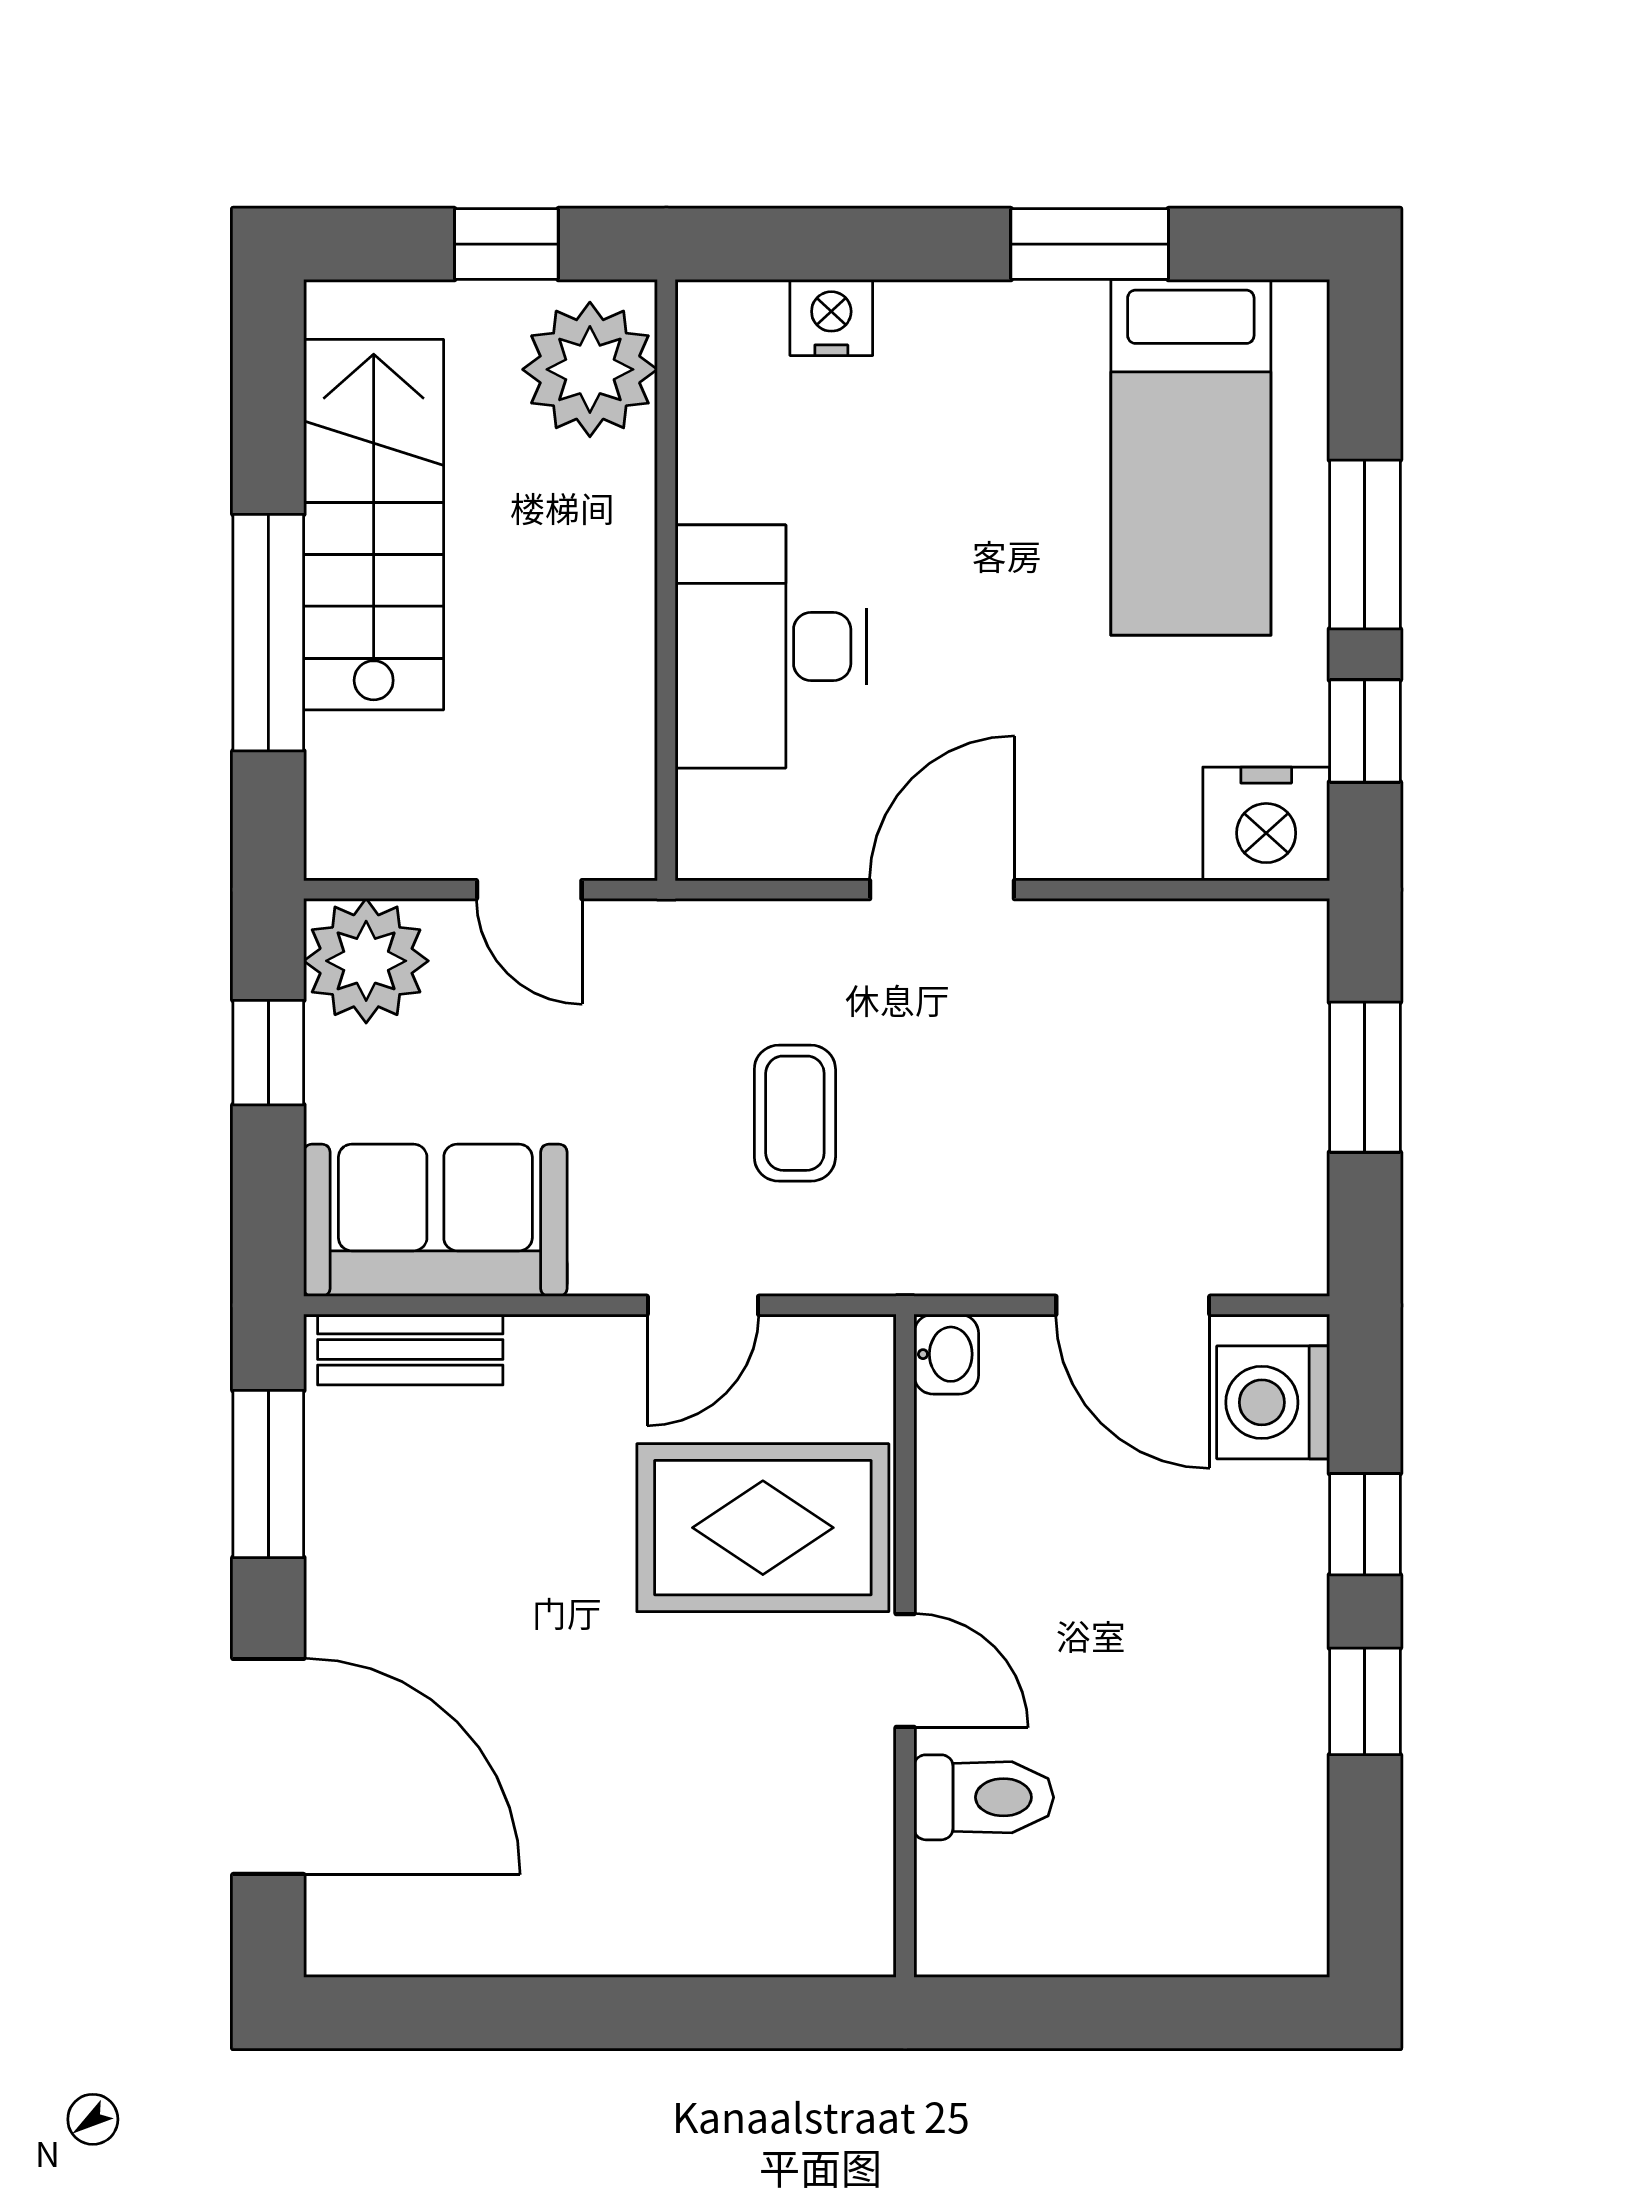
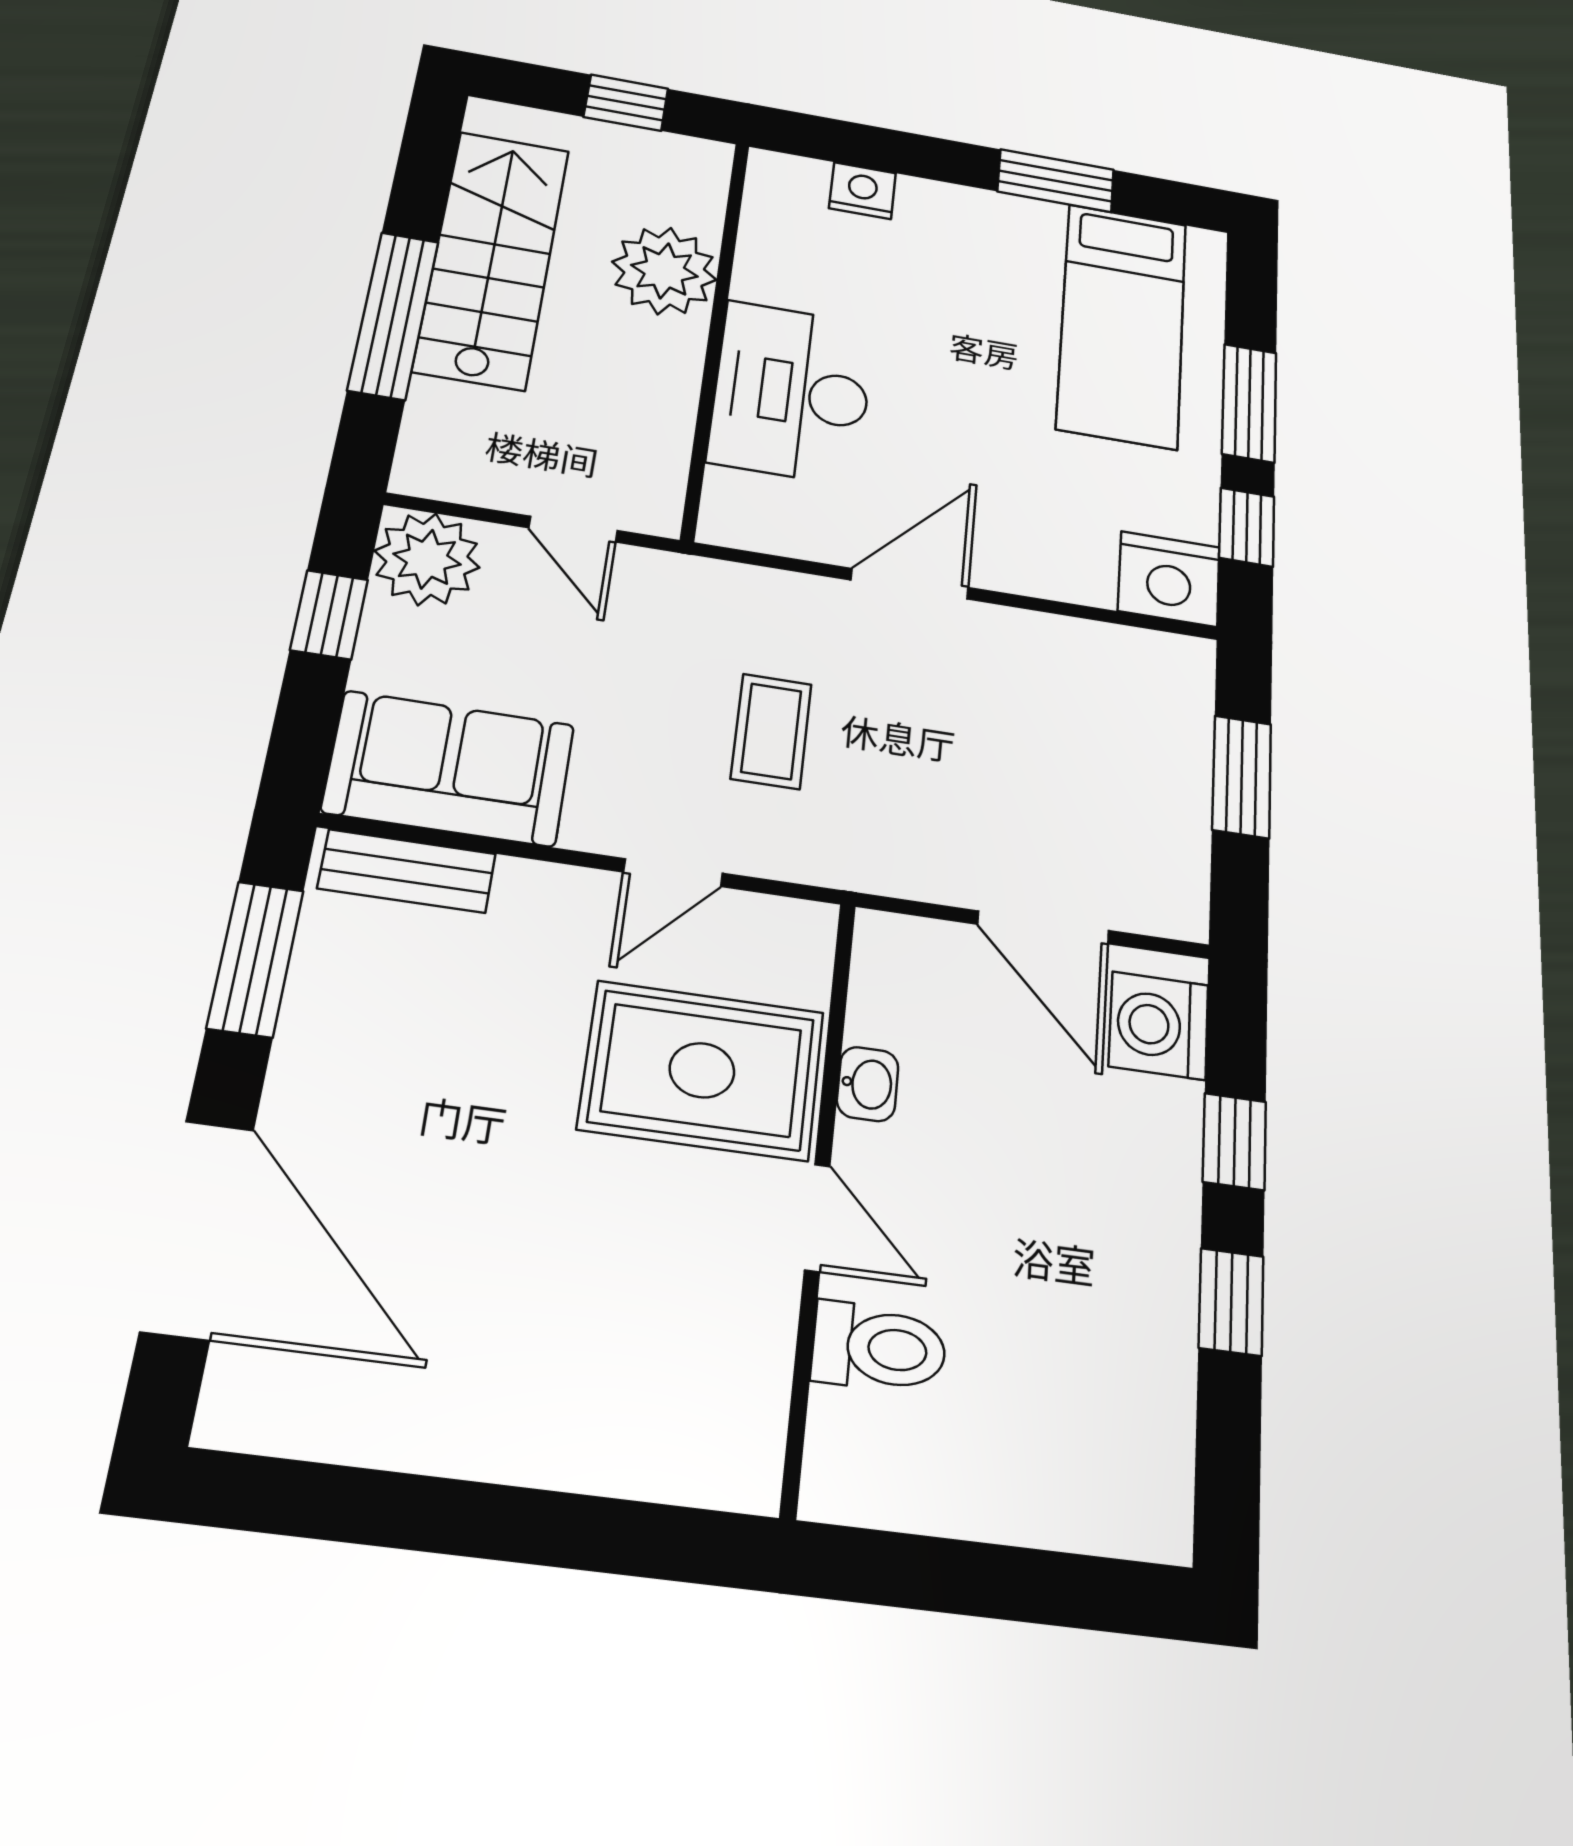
plant: (590, 369) -> (664, 271), moved
washbasin: (946, 1354) -> (868, 1084), moved

